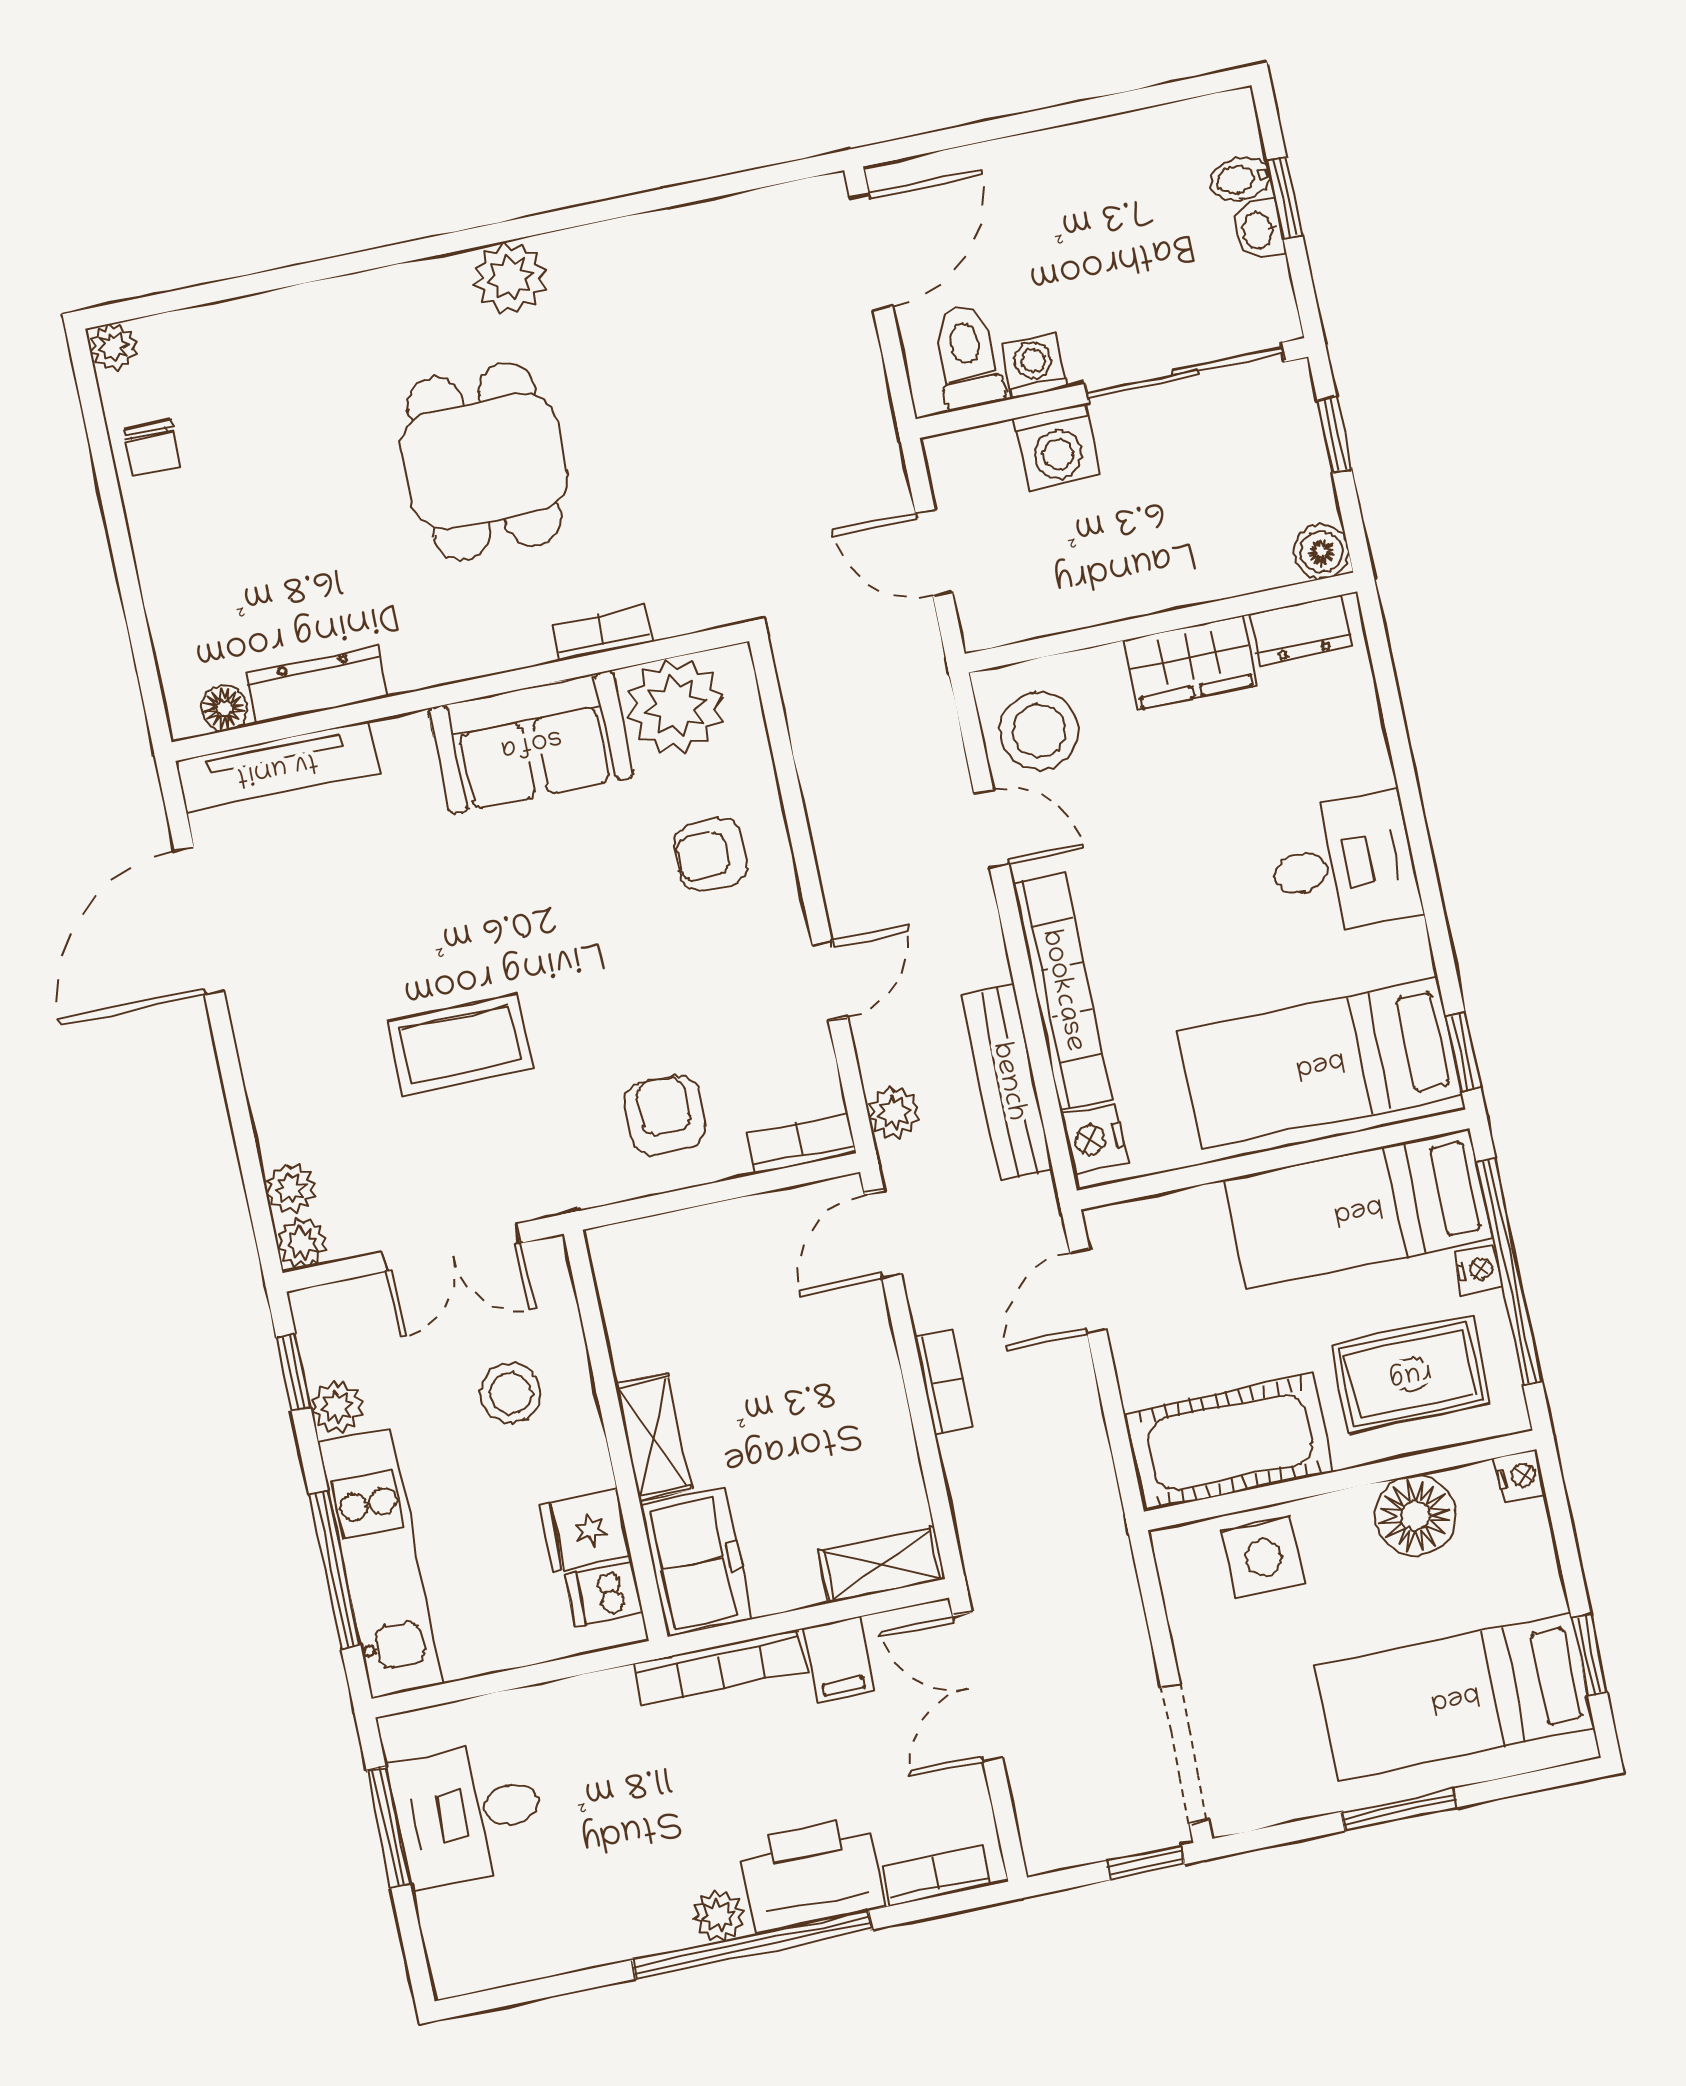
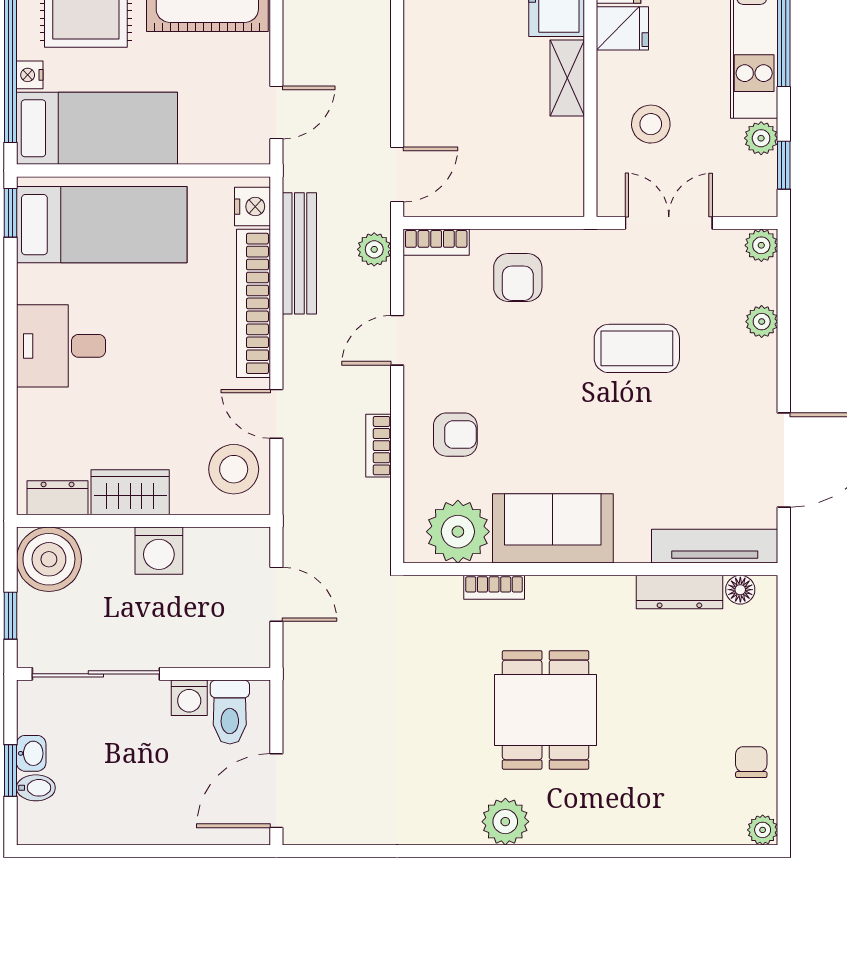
washing machine: (1057, 447) -> (159, 551), moved, turned 180
boiler: (1321, 552) -> (49, 559), width x1.86, depth x1.86
plant: (290, 1188) -> (762, 322), moved
bookcase: (944, 1382) -> (378, 446), moved

